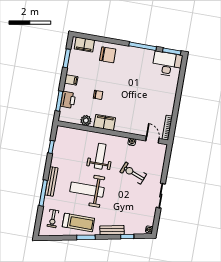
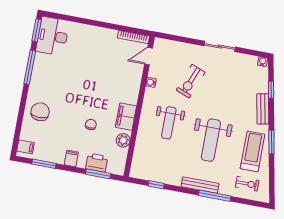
filing cabinet: (84, 45) -> (26, 147), width x0.50
weight bench: (100, 156) -> (169, 123), turned -90

